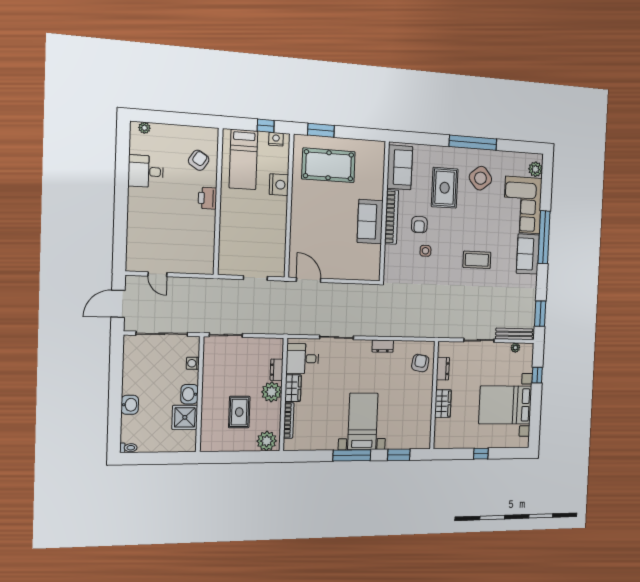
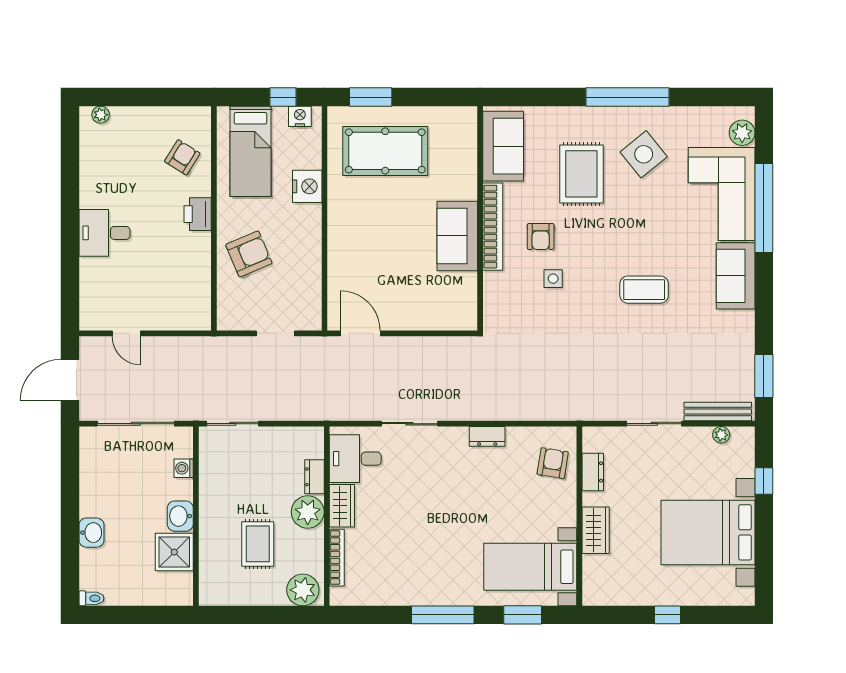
desk: (146, 171) -> (104, 233), moved
armchair: (240, 226) -> (249, 254), added
window: (544, 237) -> (764, 208), moved
bed with nightstands: (363, 421) -> (530, 567), moved, turned -90

